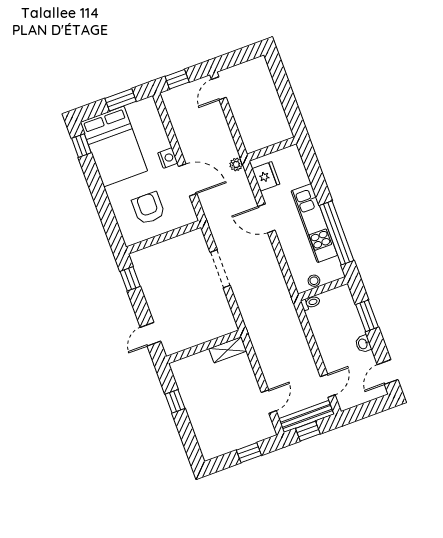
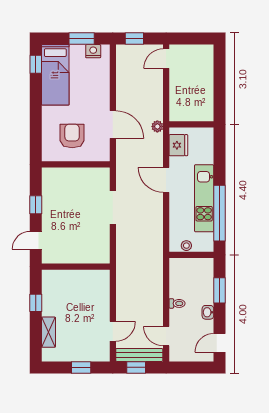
bed: (114, 146) -> (55, 75), width x0.67
nightstand: (168, 158) -> (93, 51), moved, turned -90
window: (130, 279) -> (36, 205), moved
toilet: (311, 303) -> (177, 303), moved
shelving: (228, 350) -> (49, 332), moved, turned 90
door: (328, 386) -> (166, 336), swing flipped

